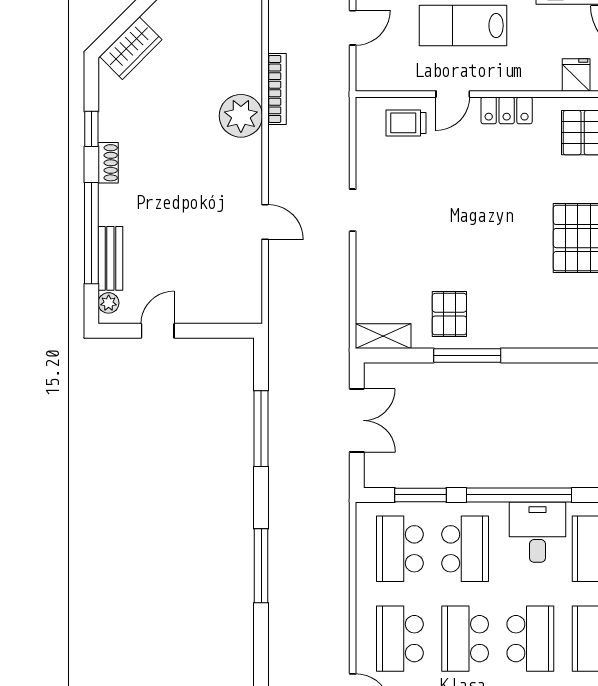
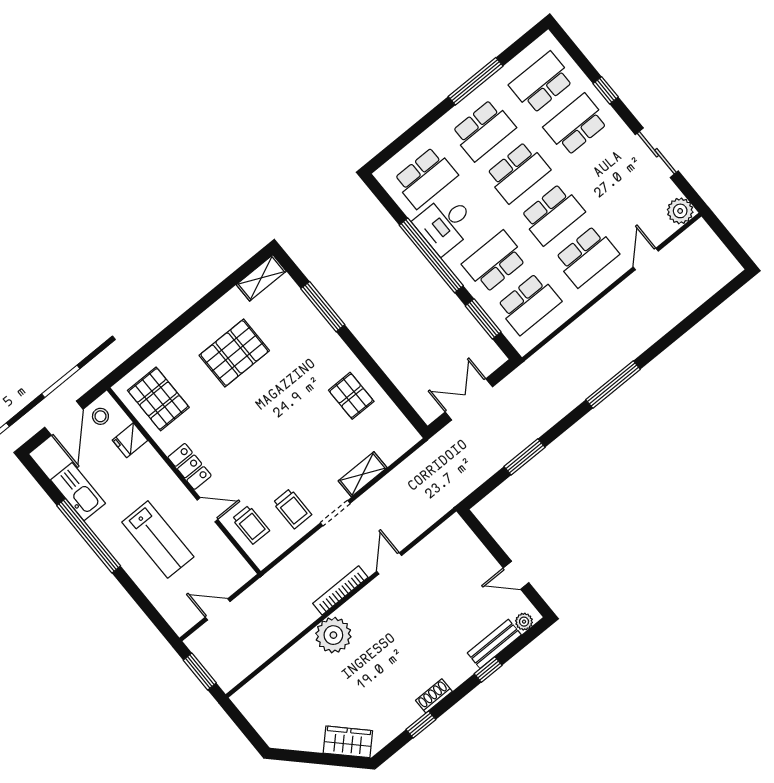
bookcase: (277, 89) -> (340, 590), moved
trolley: (389, 174) -> (292, 509), added
window: (91, 233) -> (488, 670), width x0.32
pallet: (449, 314) -> (351, 396), turned 90
shelving: (383, 336) -> (363, 474), moved, turned 90
window: (467, 355) -> (323, 307), moved
window: (261, 429) -> (525, 457), width x0.69
school desk: (530, 639) -> (518, 172), turned 180

